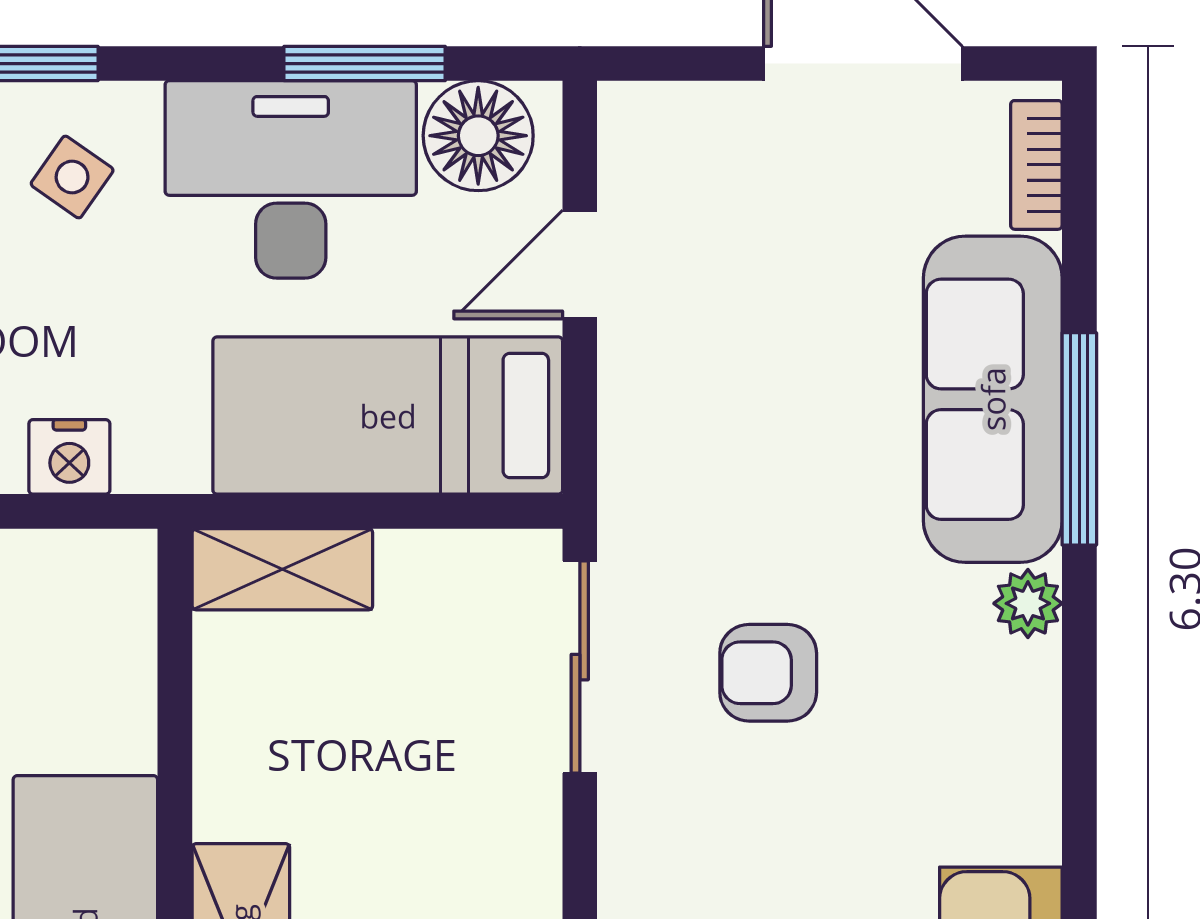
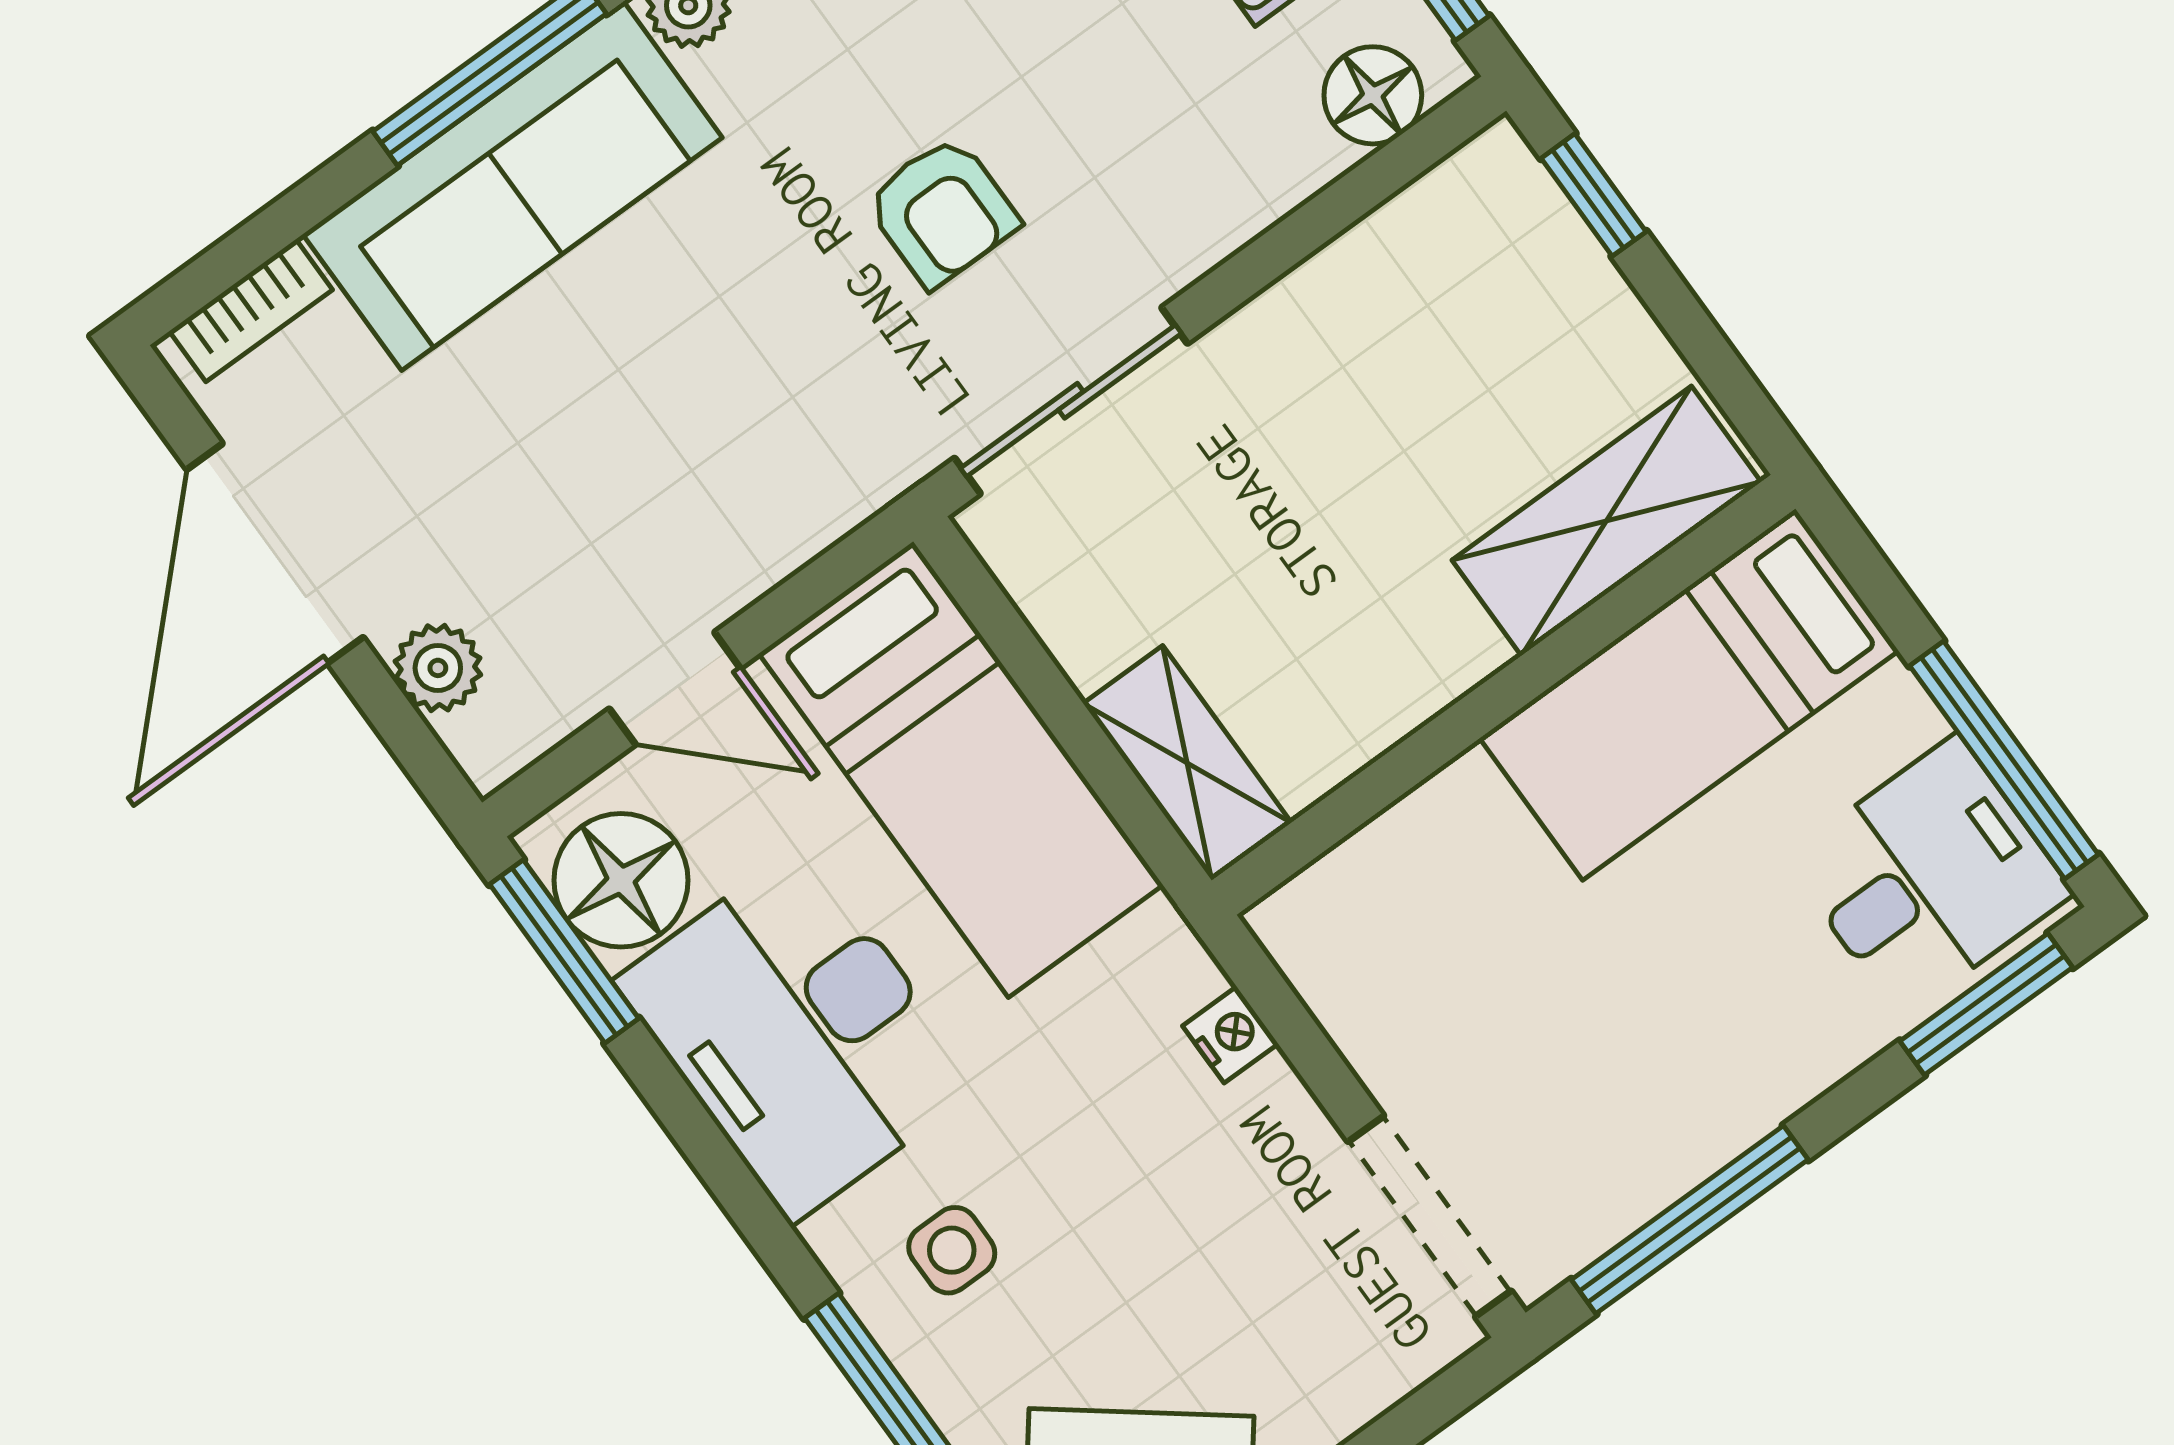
window: (365, 64) -> (564, 951), moved
plant: (708, 117) -> (438, 668), added
side table: (72, 177) -> (952, 1250), turned -35
nightstand: (69, 457) -> (1230, 1035), width x0.72, depth x0.74

